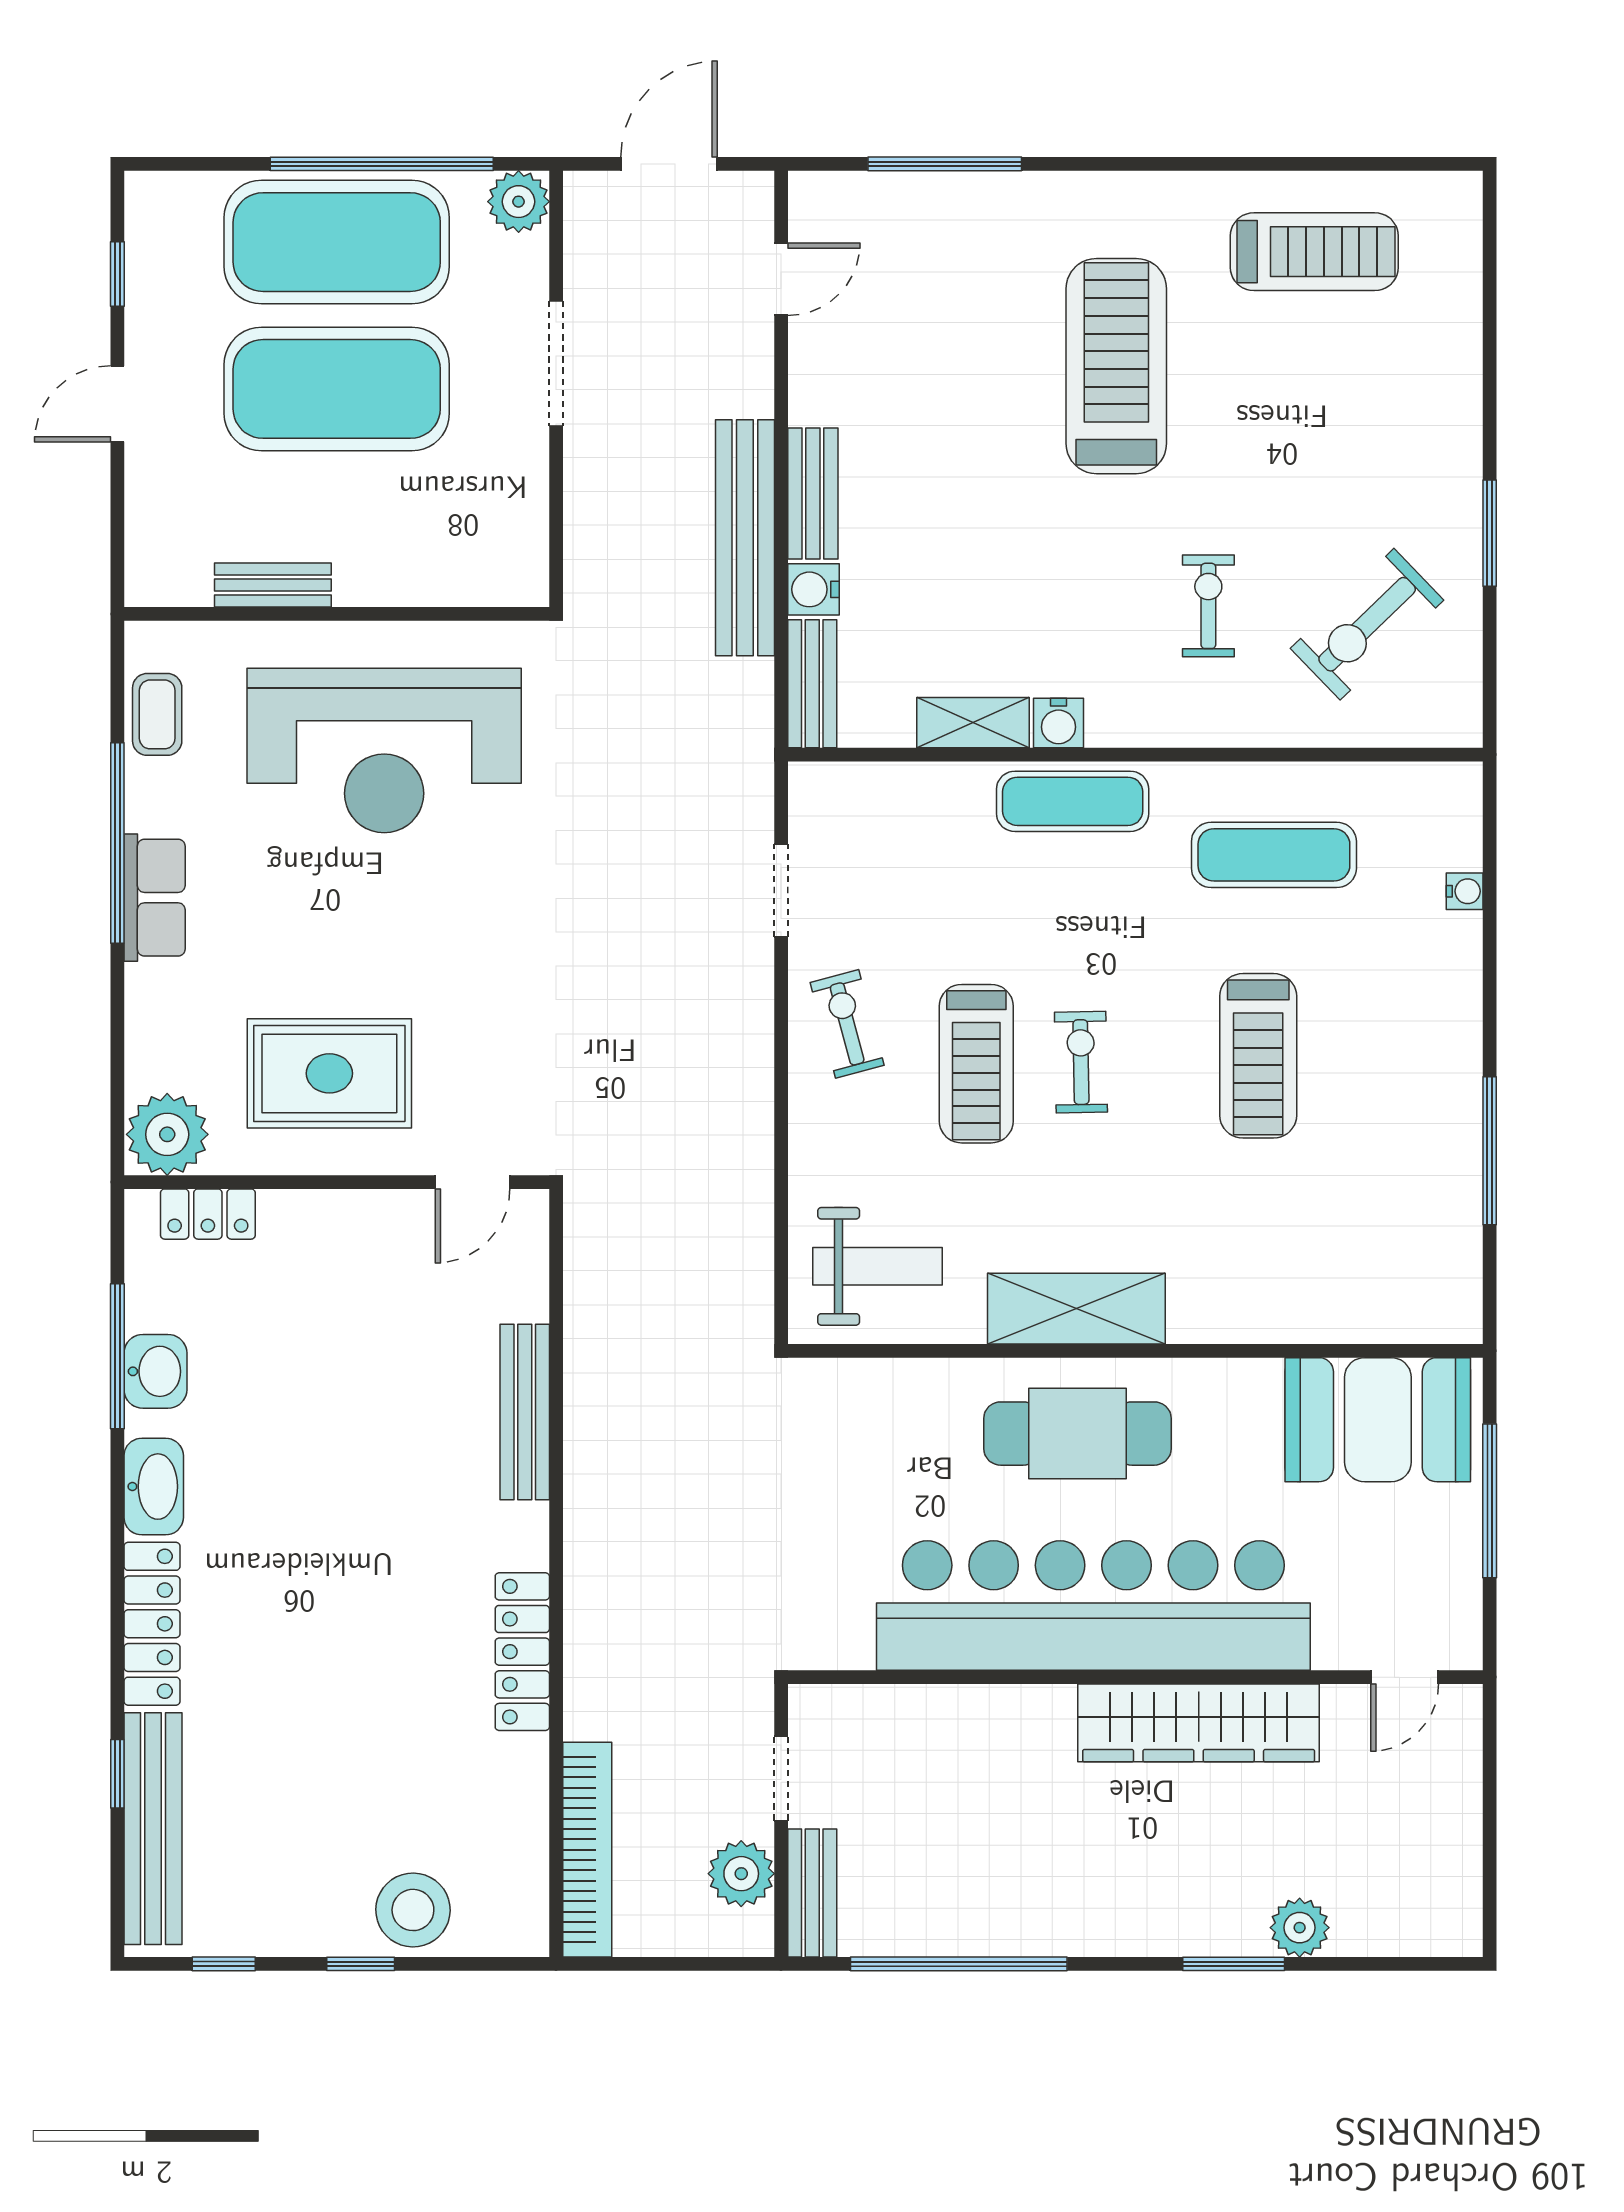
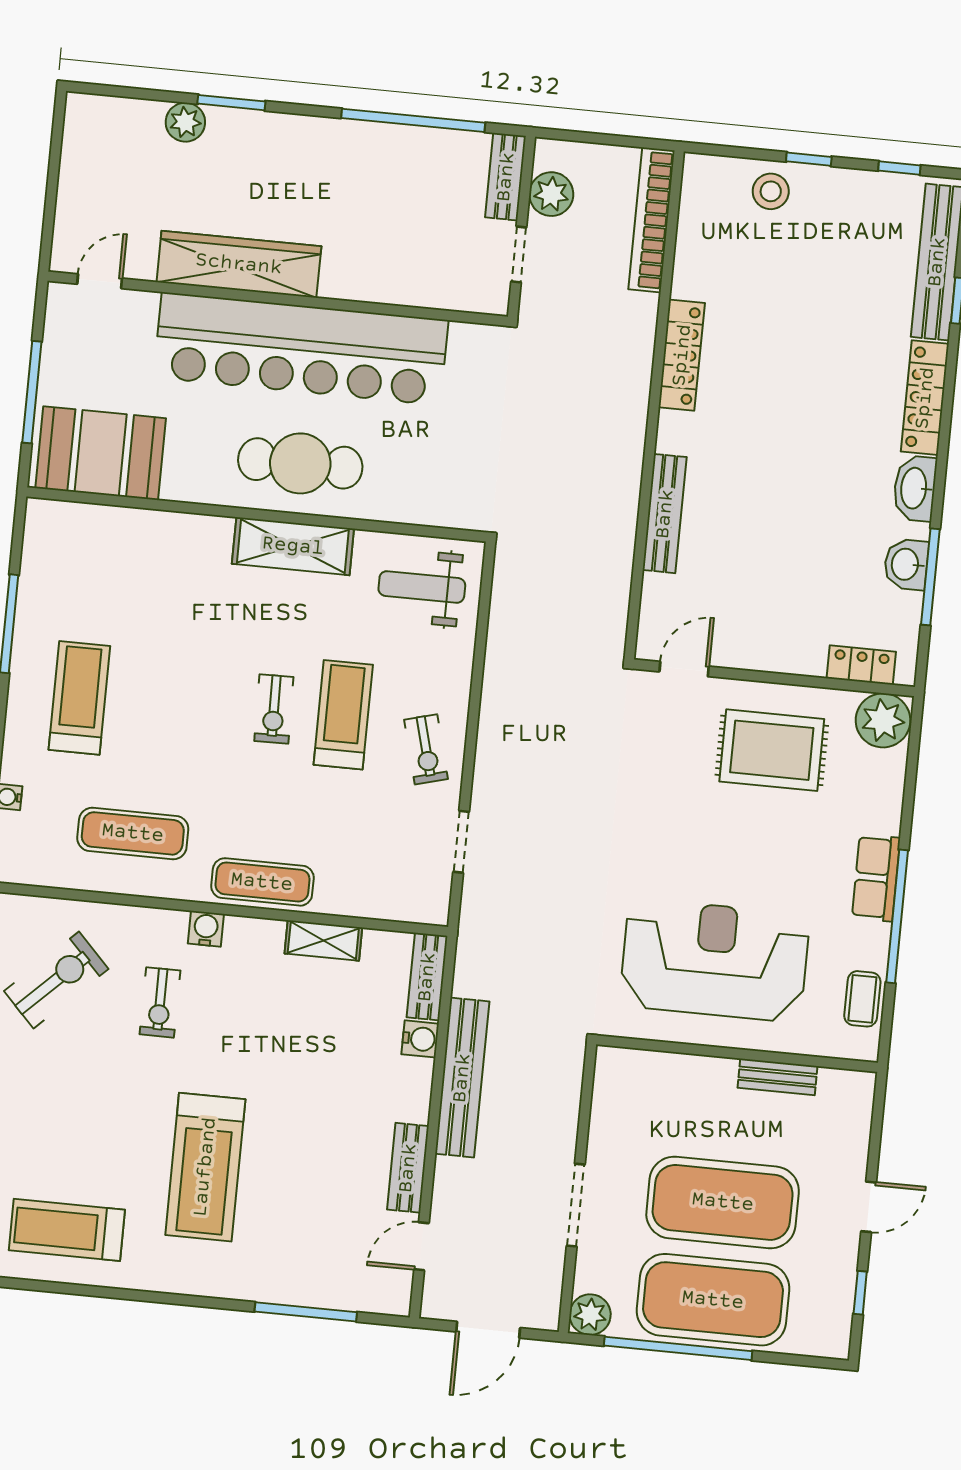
bench: (813, 494) -> (408, 1168), moved
water cooler: (1058, 723) -> (206, 929), moved
treadmill: (1258, 1056) -> (79, 698), moved
stool: (413, 1910) -> (771, 191), width x0.73, depth x0.73

